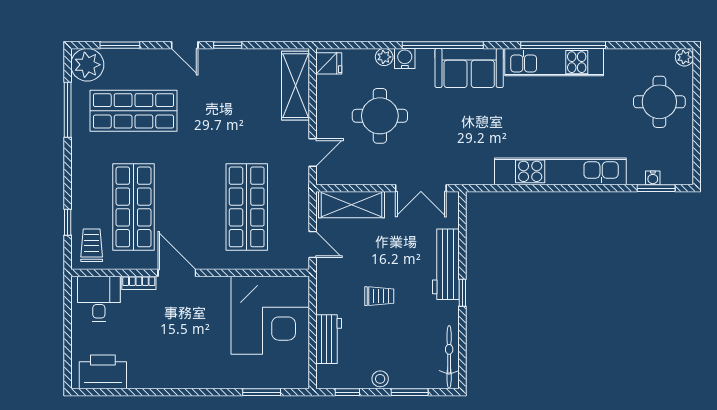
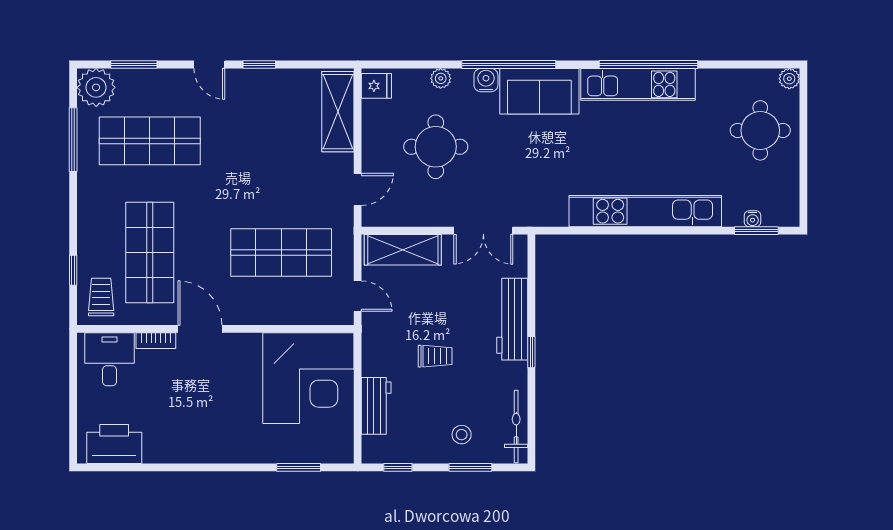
water cooler: (405, 58) -> (486, 80), moved
shop shelf: (247, 207) -> (281, 252), turned 90
stool: (380, 379) -> (462, 435), moved

